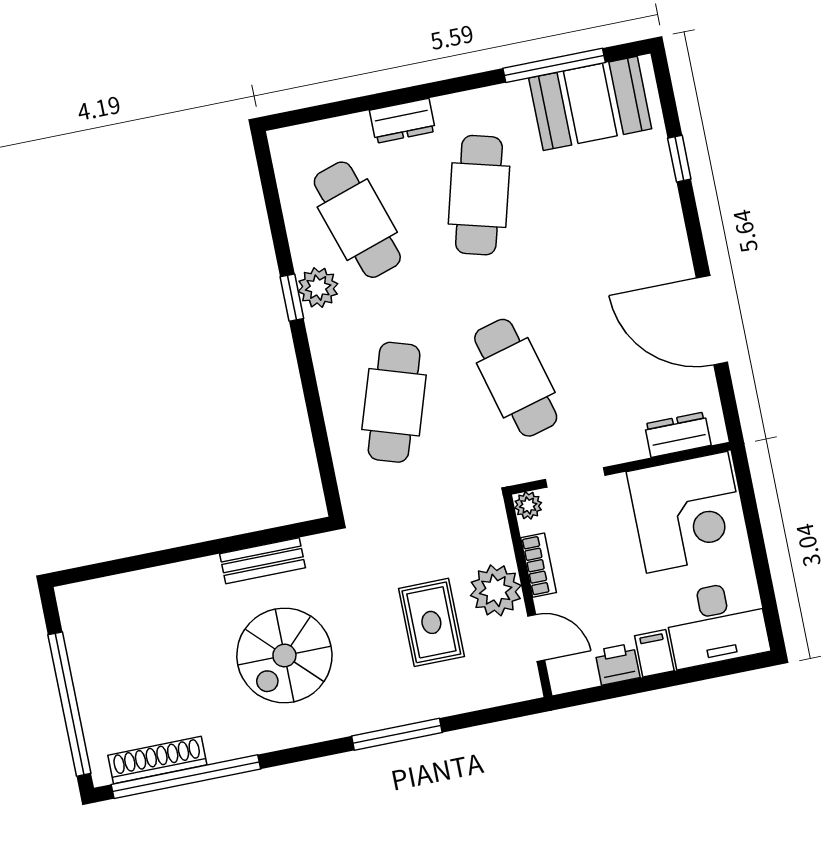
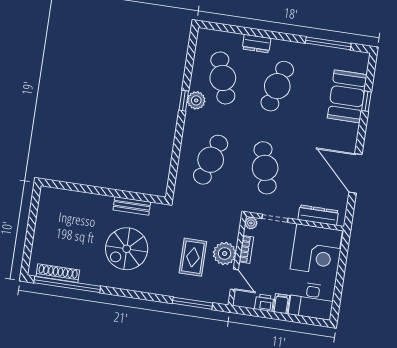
booth: (590, 103) -> (347, 96), moved, turned 90
dresser: (678, 435) -> (318, 215), width x1.44
window: (69, 704) -> (30, 237), removed
window: (397, 734) -> (193, 303), moved

